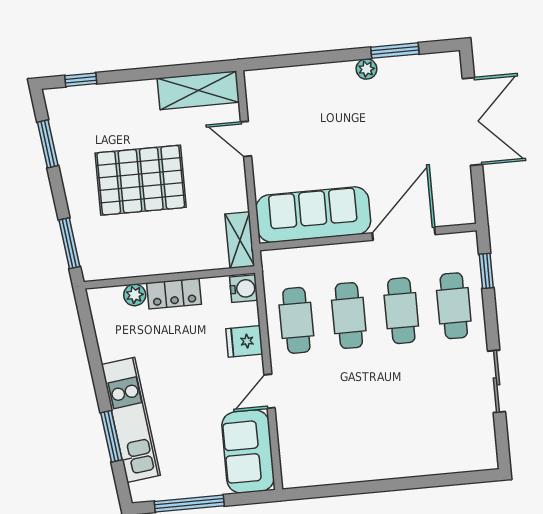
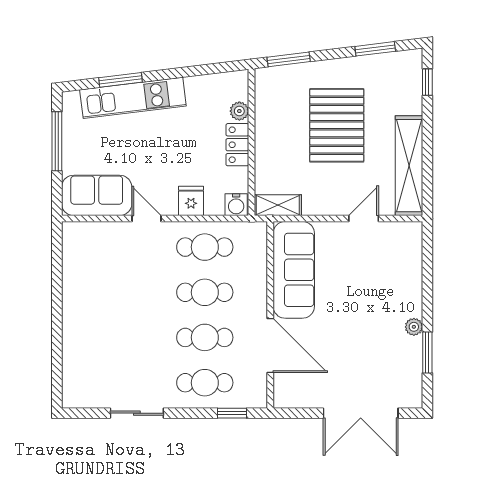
shelving: (198, 90) -> (409, 166), width x1.47

